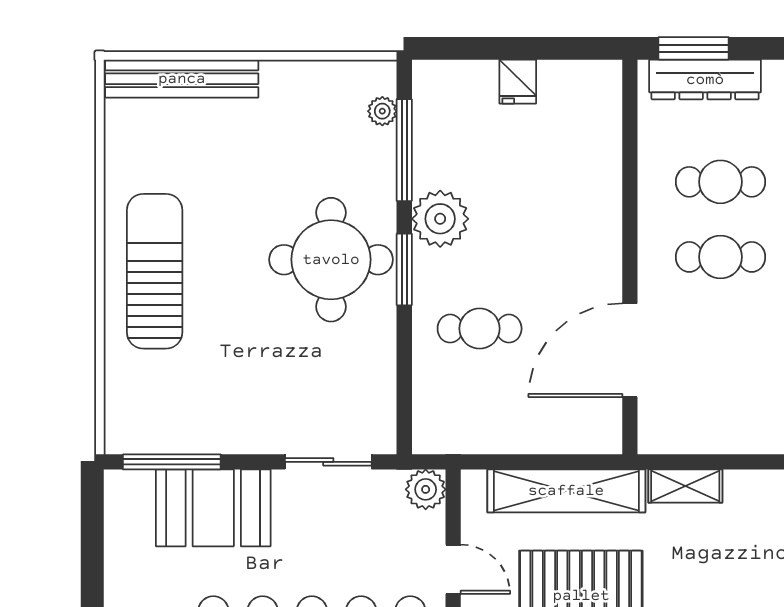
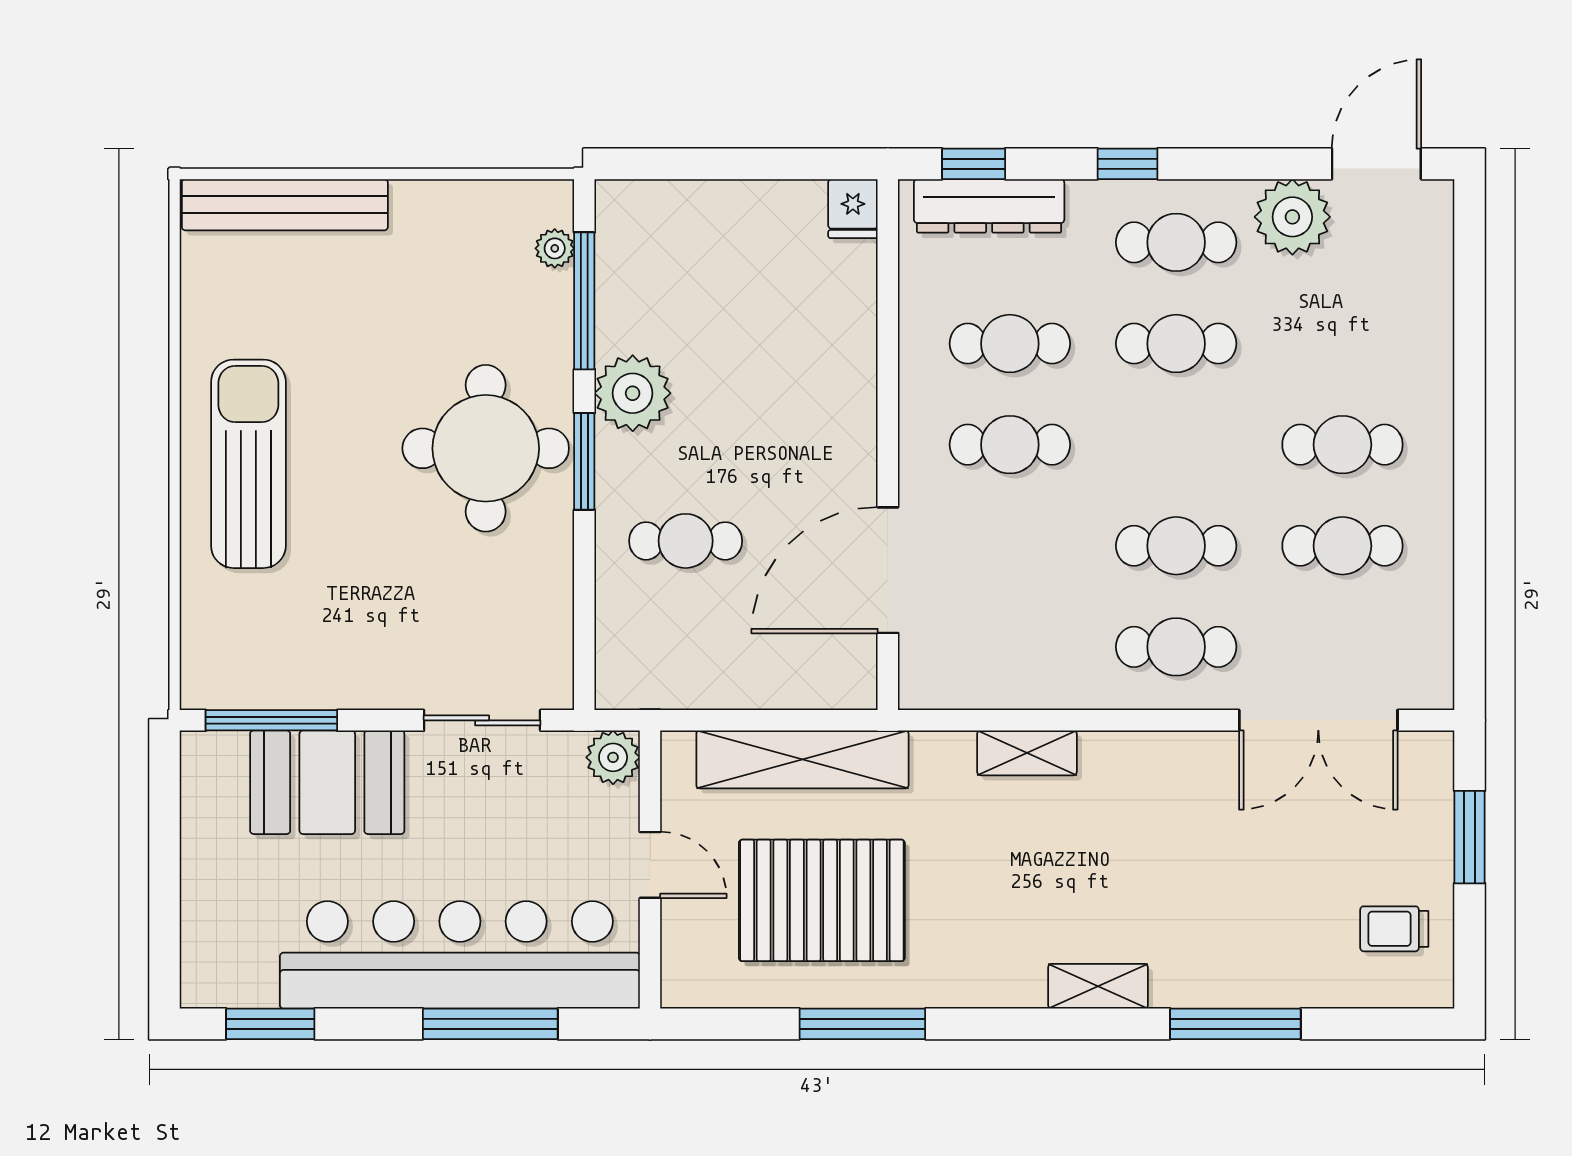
window: (694, 48) -> (974, 164), width x0.67
fridge: (518, 82) -> (853, 209), moved
shelving: (685, 486) -> (1027, 753), moved

